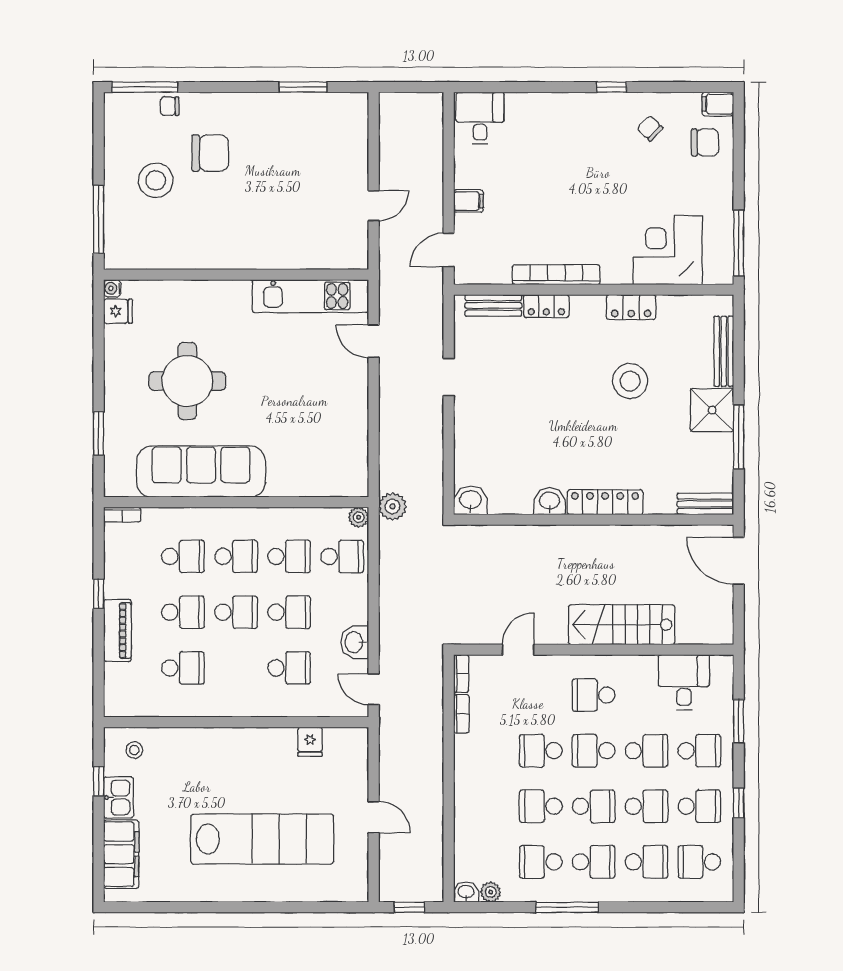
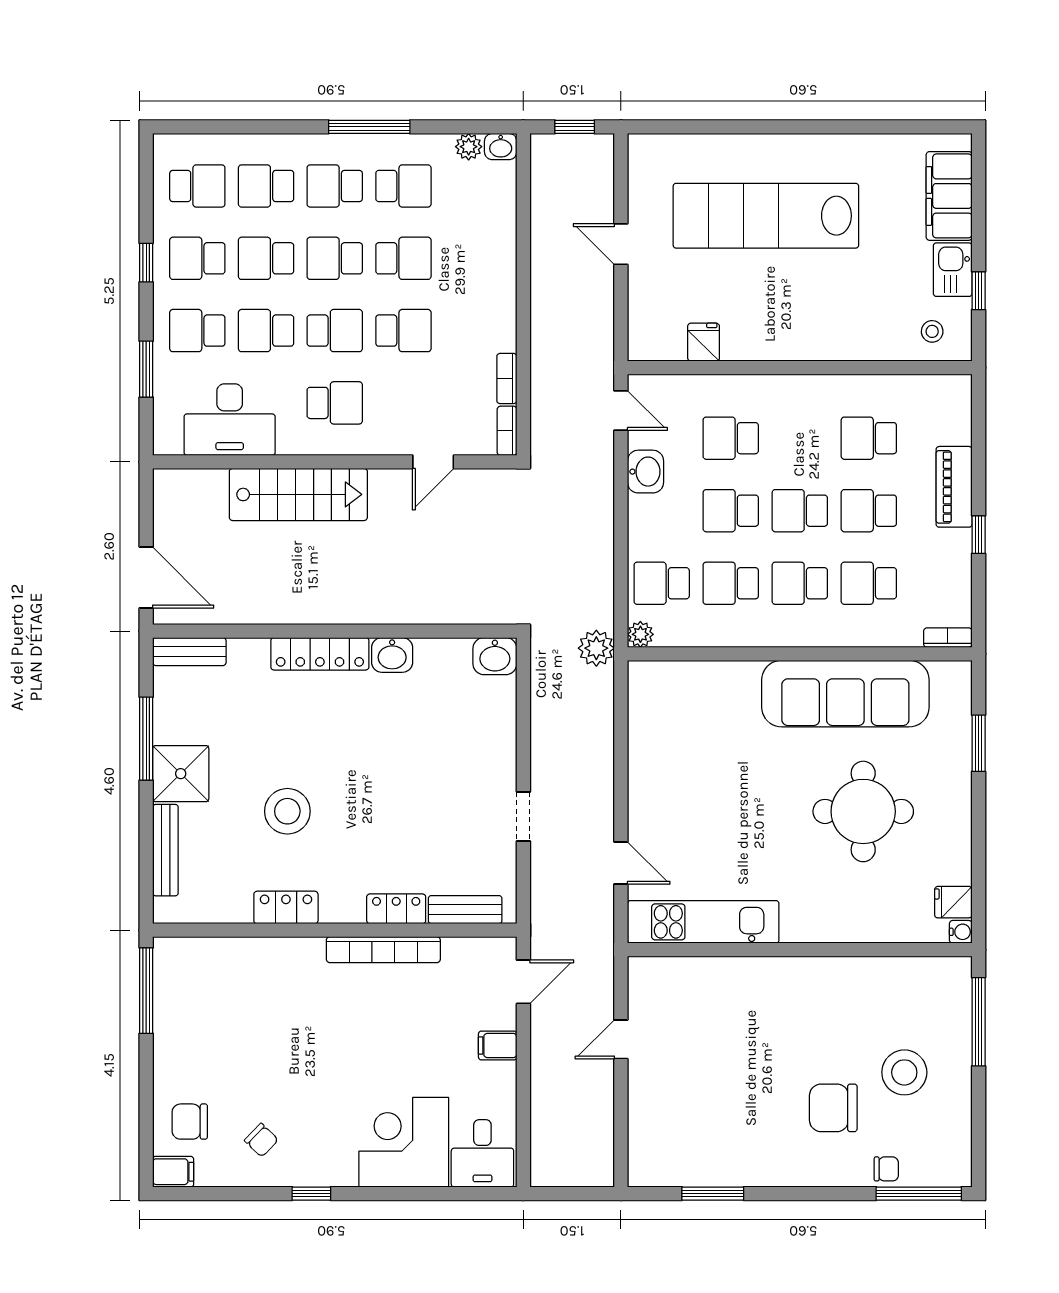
corner desk: (668, 250) -> (404, 1142), moved, turned 180
desk: (684, 682) -> (230, 420), width x1.37

